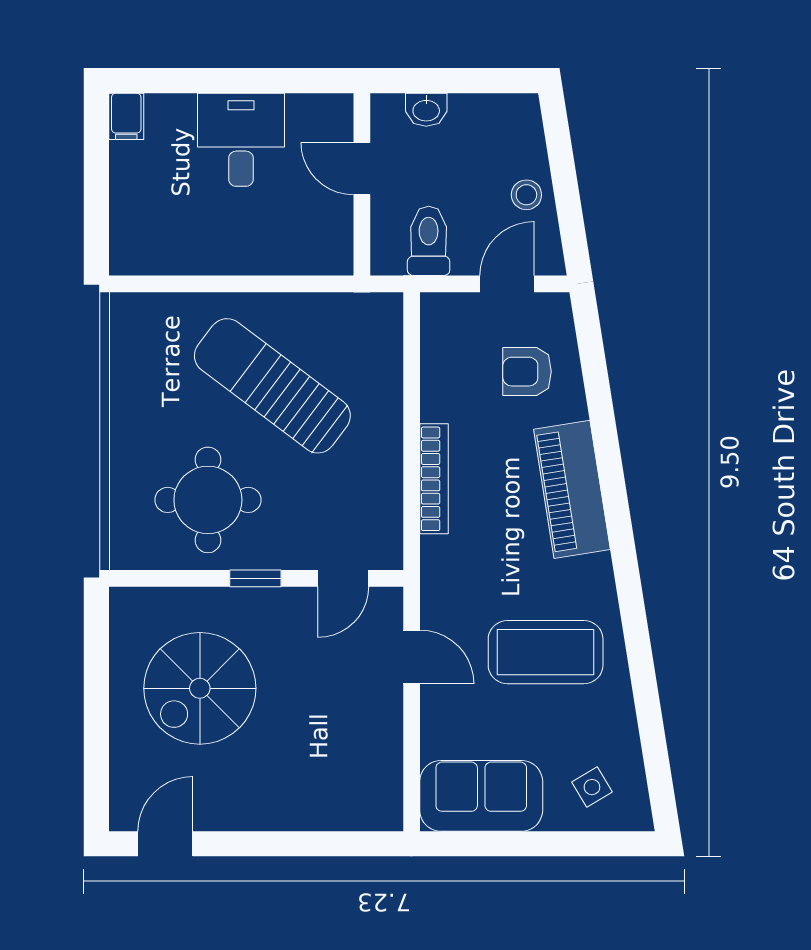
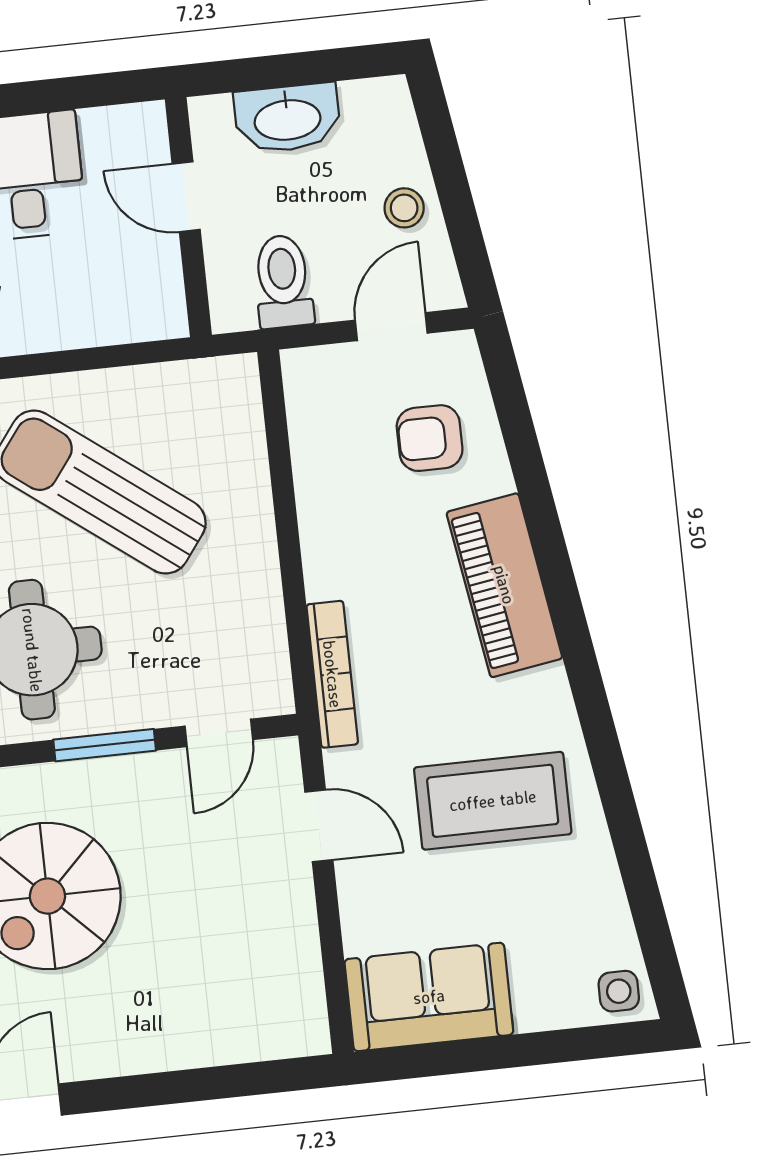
washbasin: (426, 110) -> (287, 118), width x1.91, depth x1.45
bookcase: (434, 479) -> (332, 674), moved
window: (255, 578) -> (105, 745), width x1.50
side table: (592, 787) -> (619, 991), moved, turned 31

